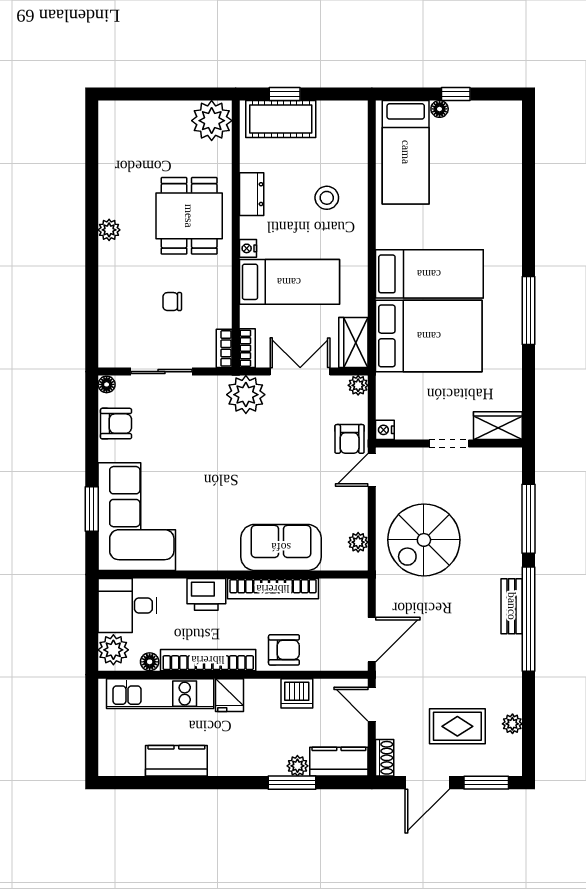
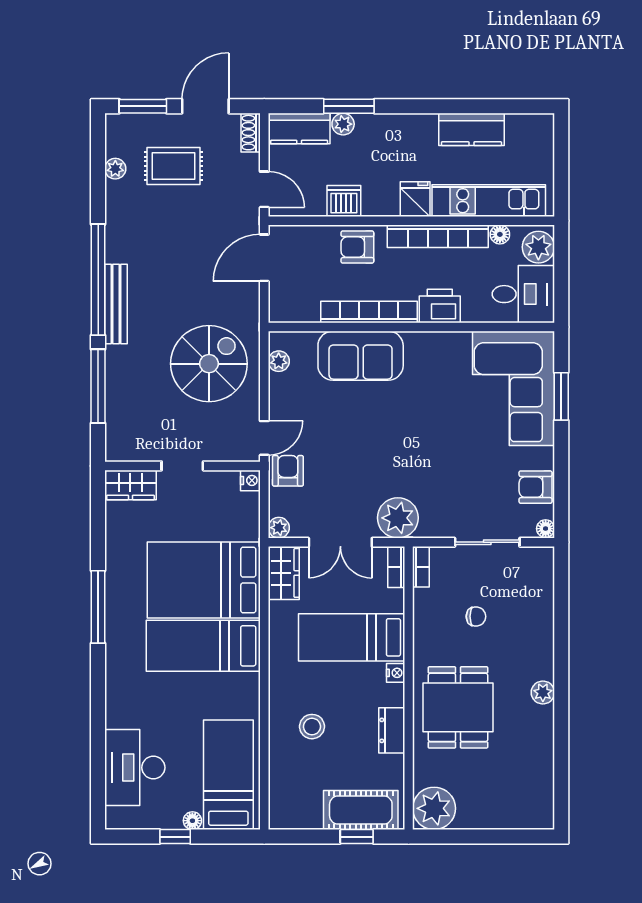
desk: (494, 159) -> (135, 768), added
bench: (512, 606) -> (116, 304), width x1.36

